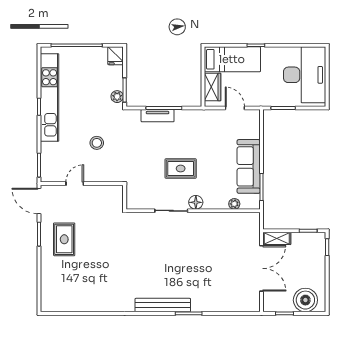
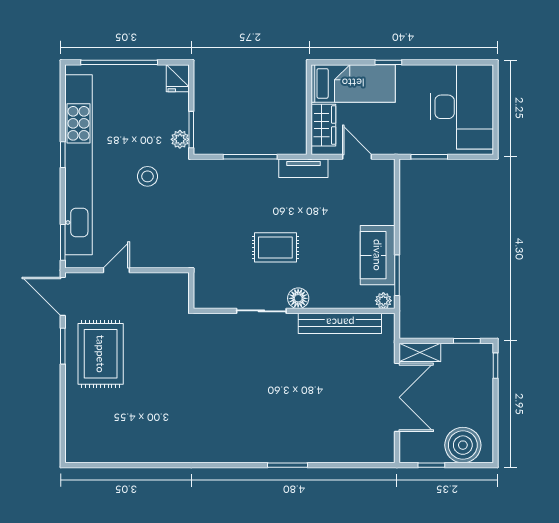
kitchen unit: (50, 97) -> (79, 165), width x1.36
tv unit: (158, 116) -> (303, 168), moved
stool: (97, 143) -> (147, 176), moved
sofa: (249, 166) -> (378, 255), width x0.73
plant: (234, 204) -> (383, 301), moved
rug: (64, 239) -> (101, 354), width x1.36, depth x1.43
bench: (163, 305) -> (340, 323), moved

